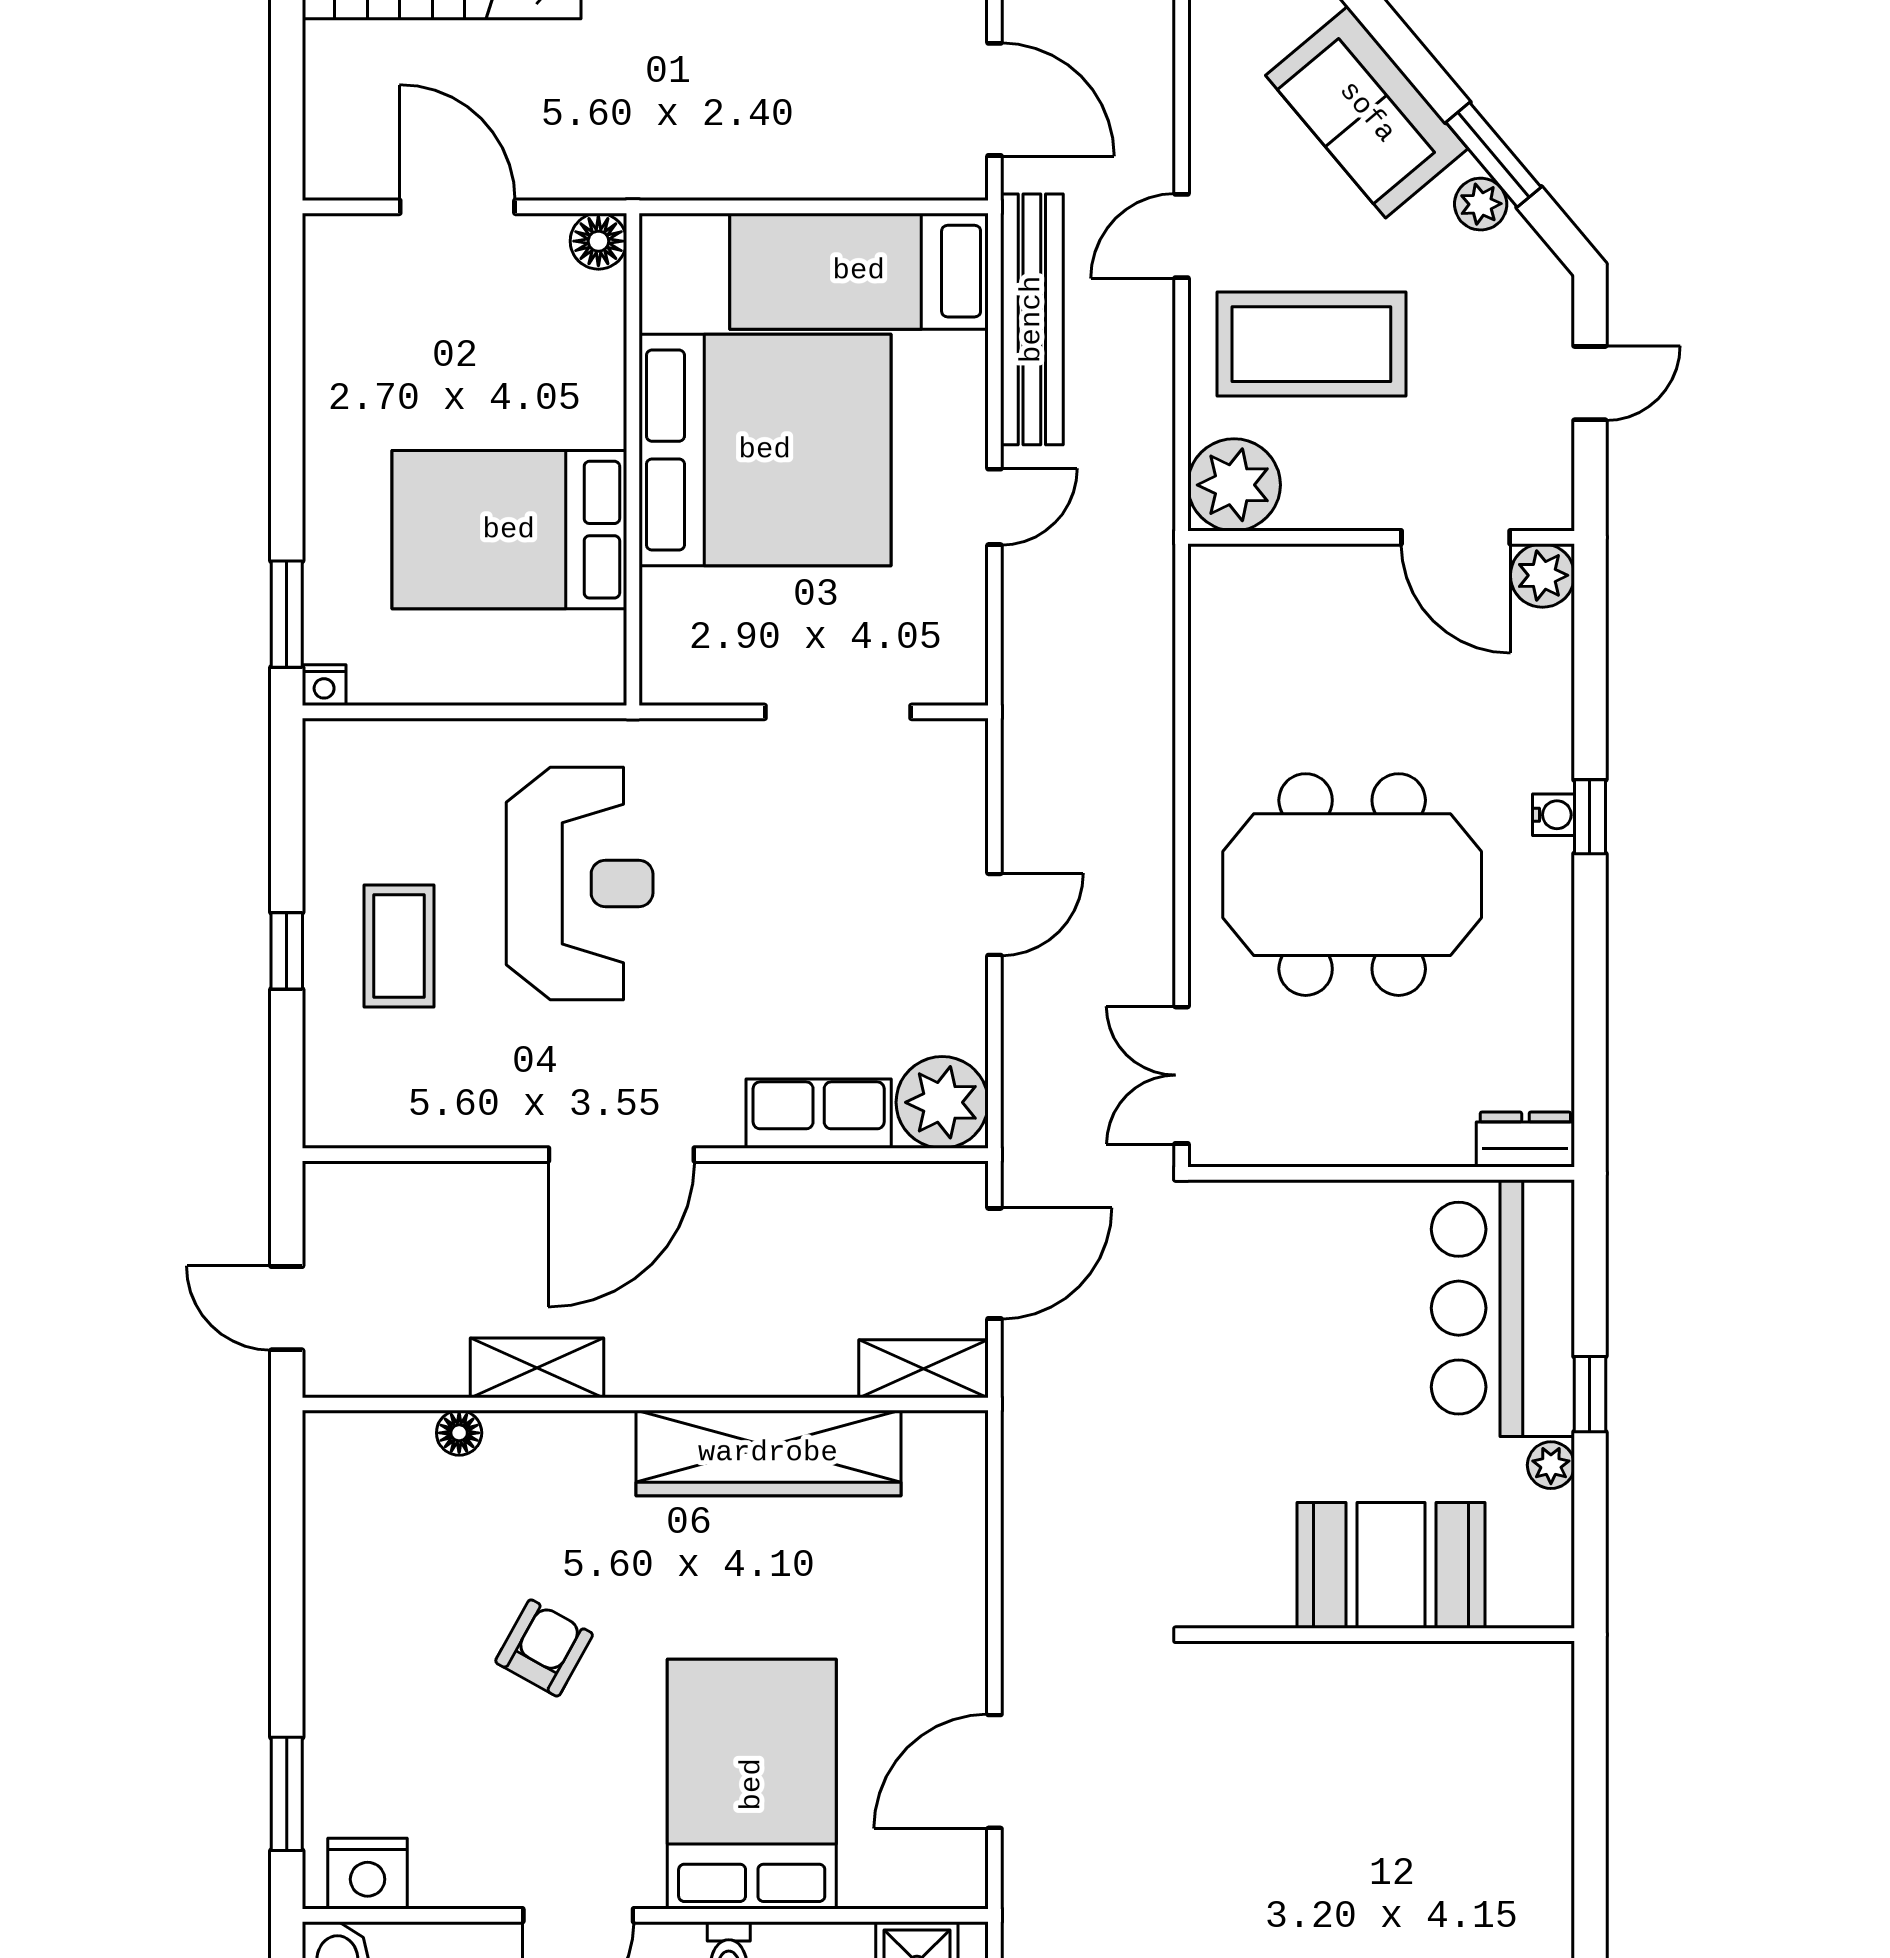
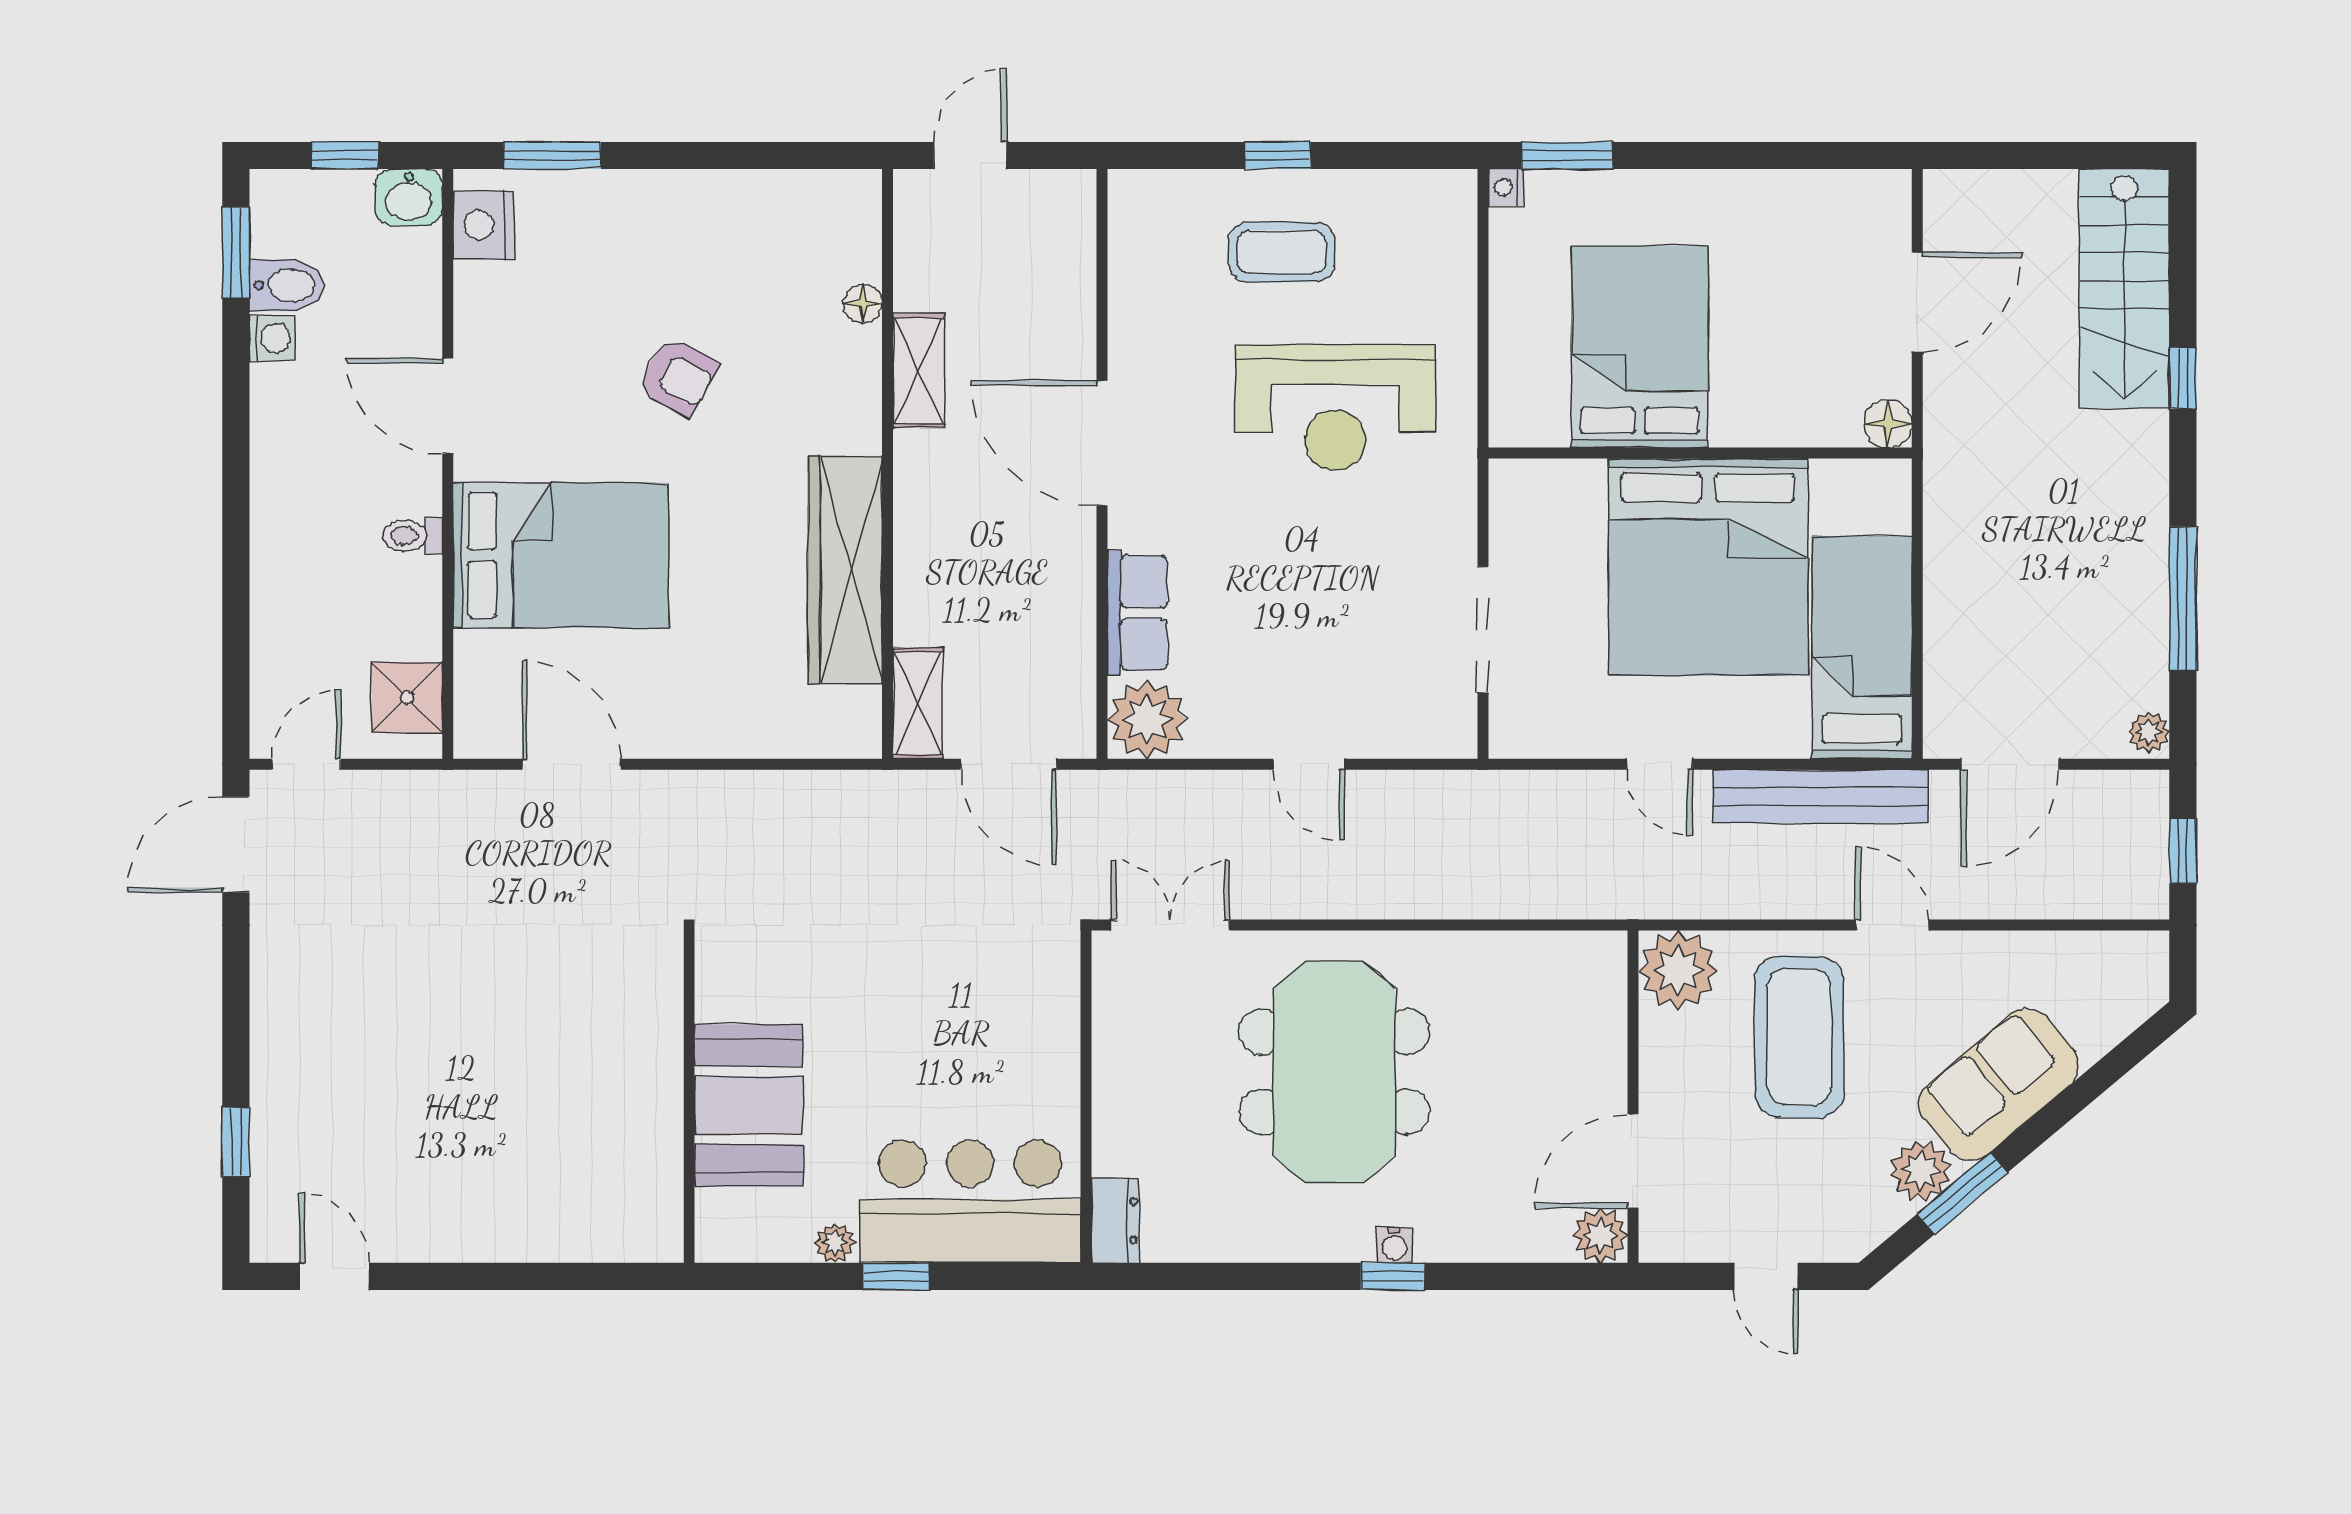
plant: (1481, 204) -> (1921, 1171), width x1.38, depth x1.38

